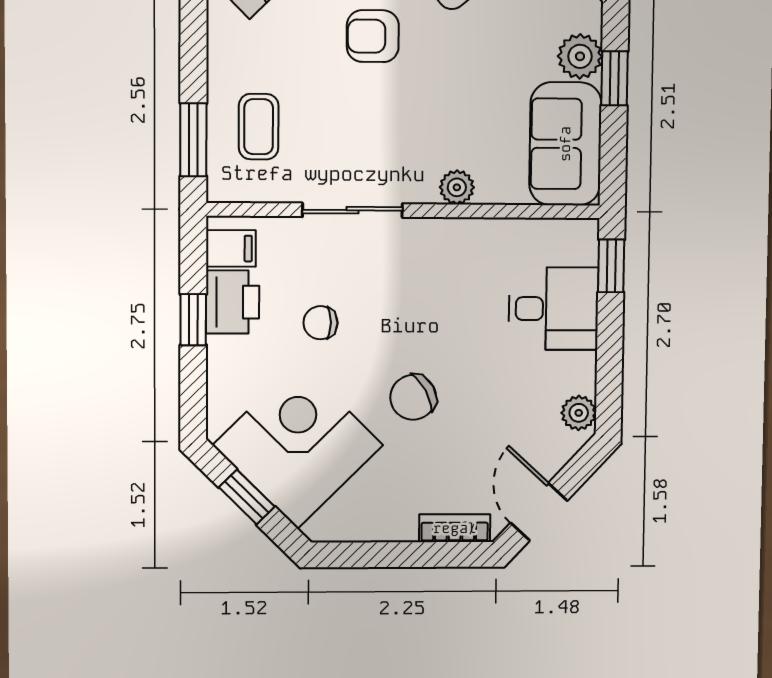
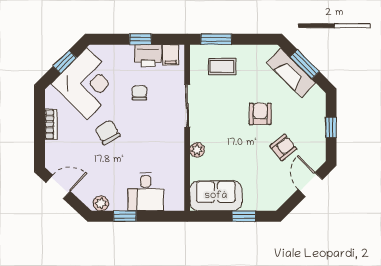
plant: (580, 56) -> (253, 201), removed
window: (611, 266) -> (125, 216), moved
bookcase: (455, 528) -> (51, 124), moved

